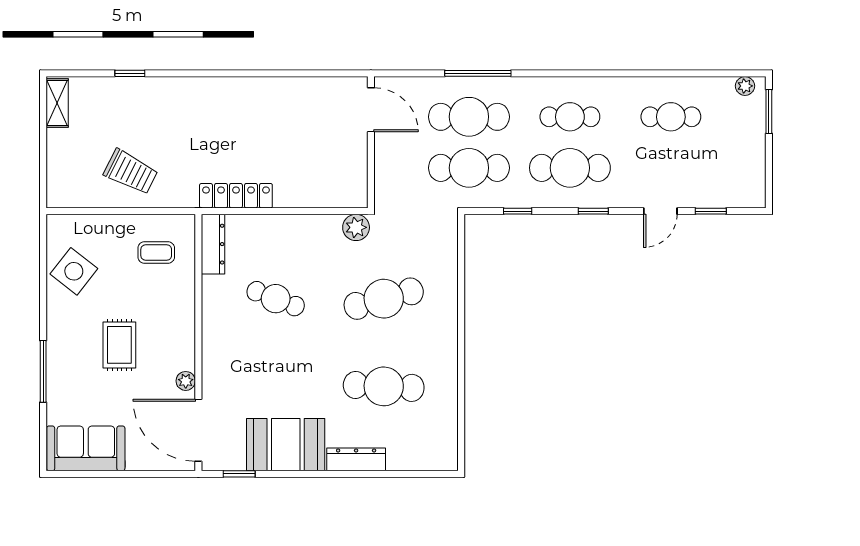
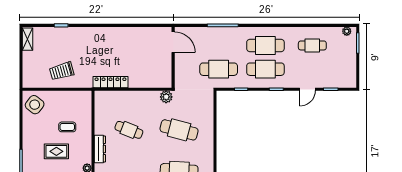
cafe table: (469, 117) -> (219, 45), removed
cafe table: (570, 117) -> (265, 45), width x1.37, depth x1.35
trolley: (131, 172) -> (62, 71), turned 137
dresser: (213, 244) -> (100, 149), moved
coffee table: (156, 252) -> (67, 127), moved
side table: (74, 271) -> (35, 105), moved
cafe table: (384, 299) -> (179, 130), turned 30
rug: (119, 345) -> (56, 151), turned 90

